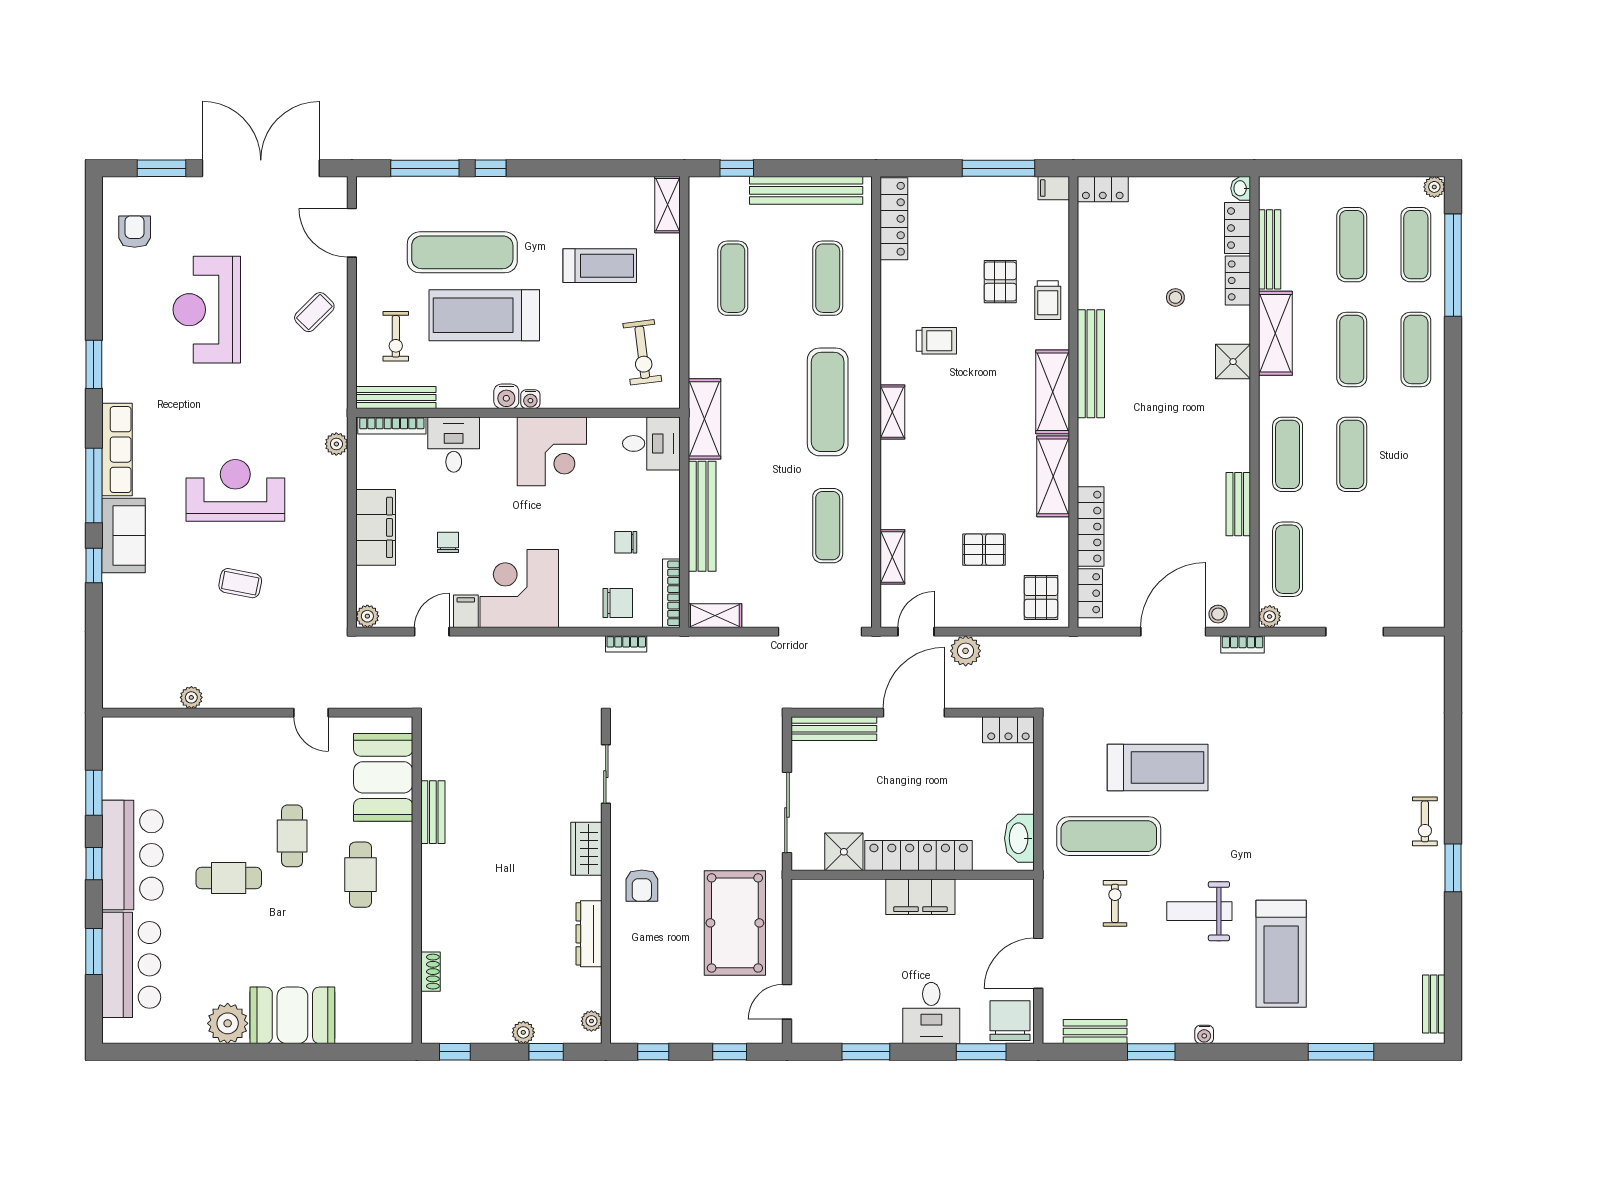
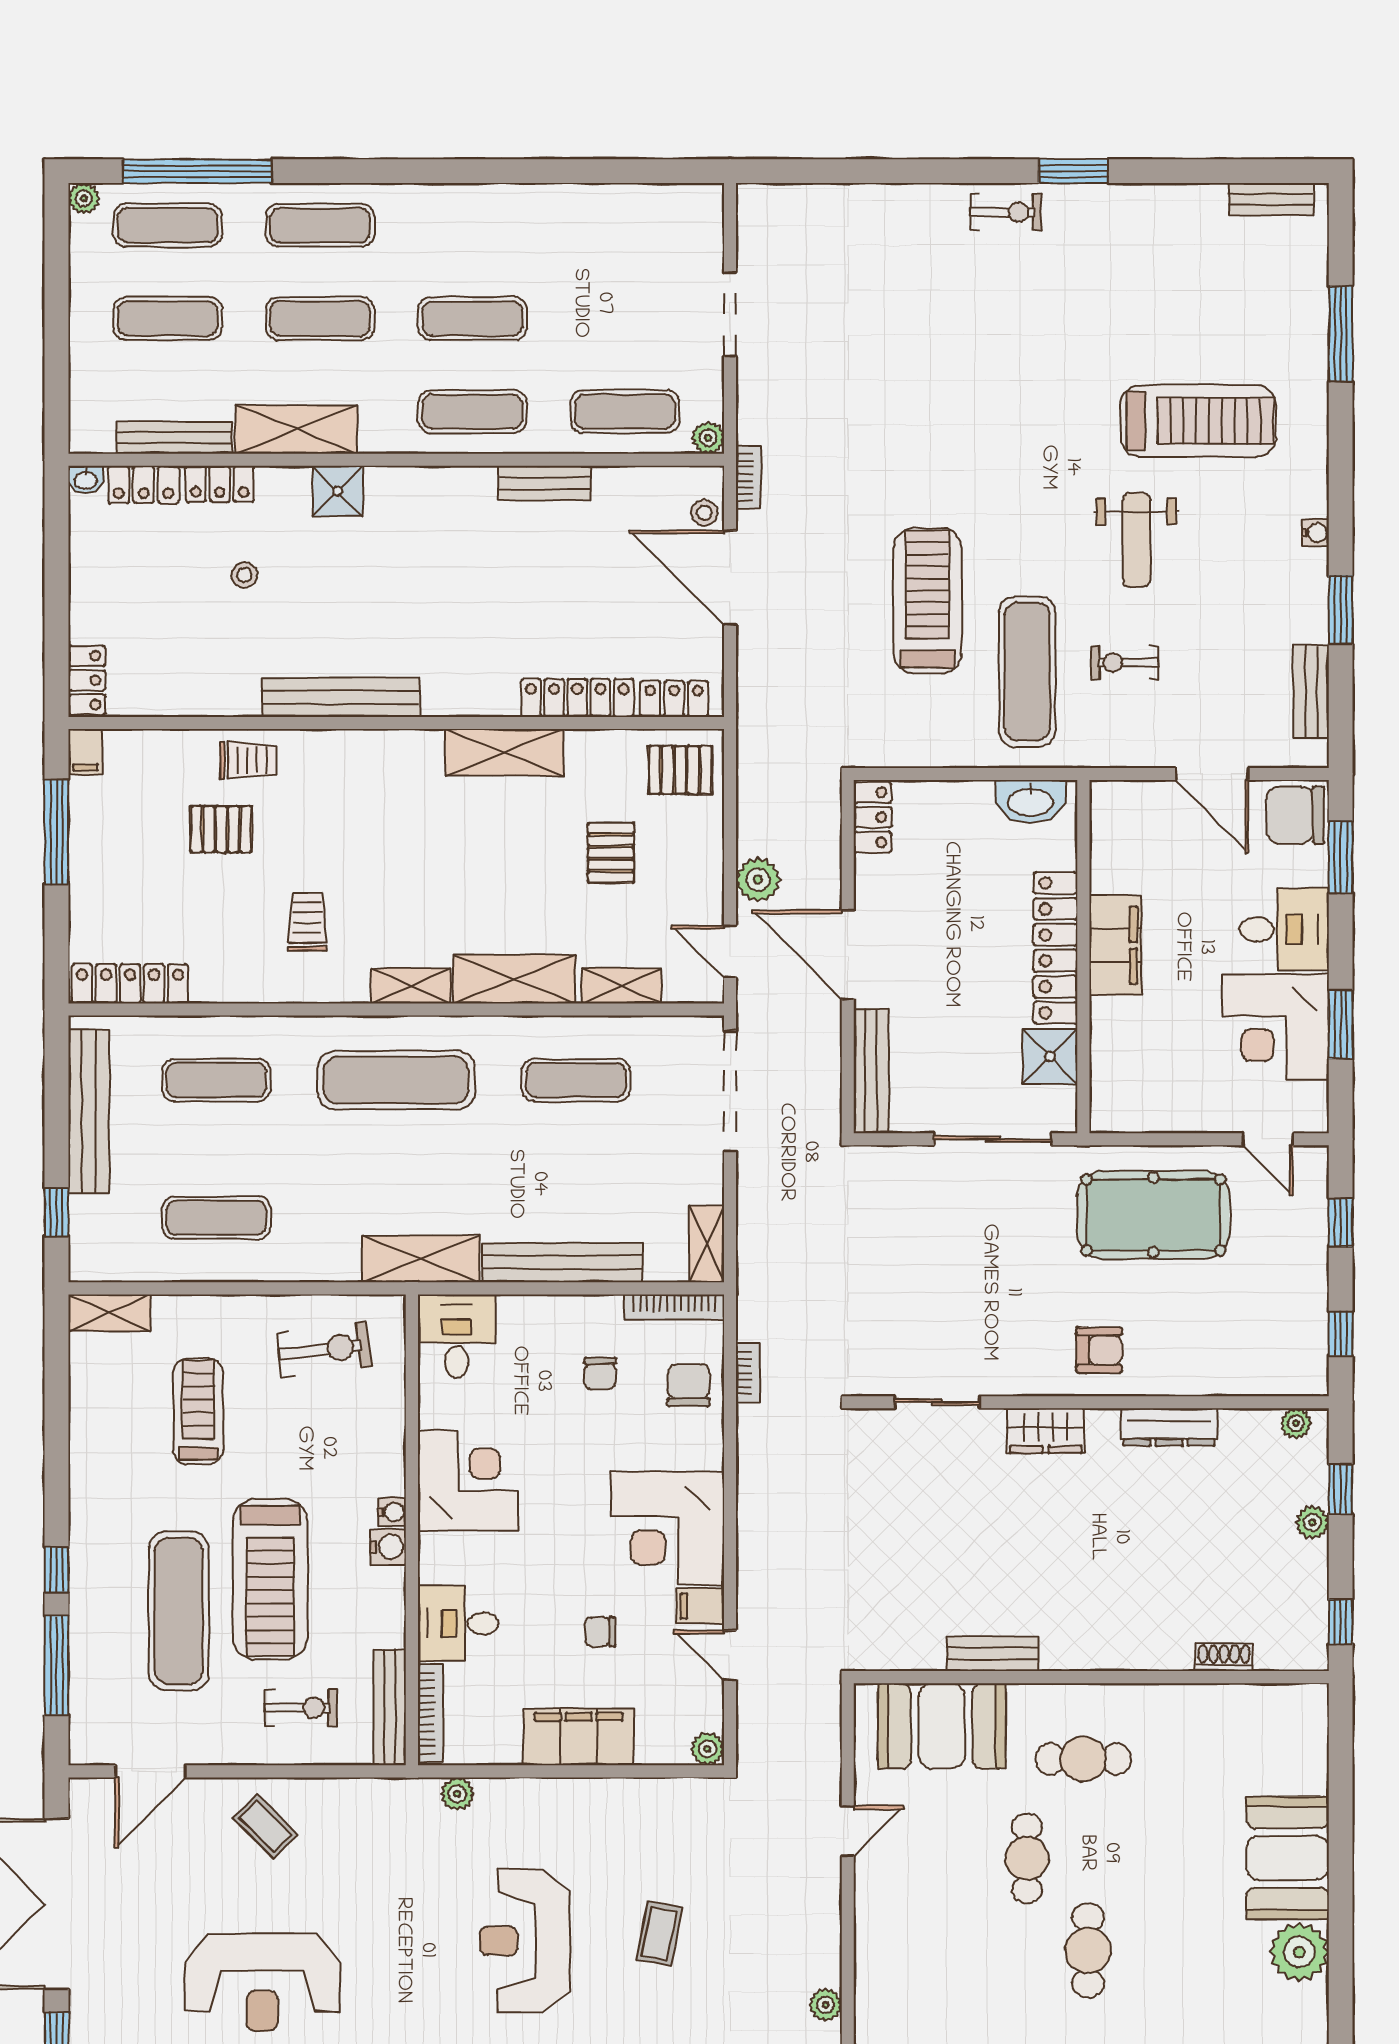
shelving: (1053, 392) -> (514, 979), moved
cafe table: (292, 836) -> (1027, 1858), turned 90
corner desk: (864, 1007) -> (1276, 1027), added

